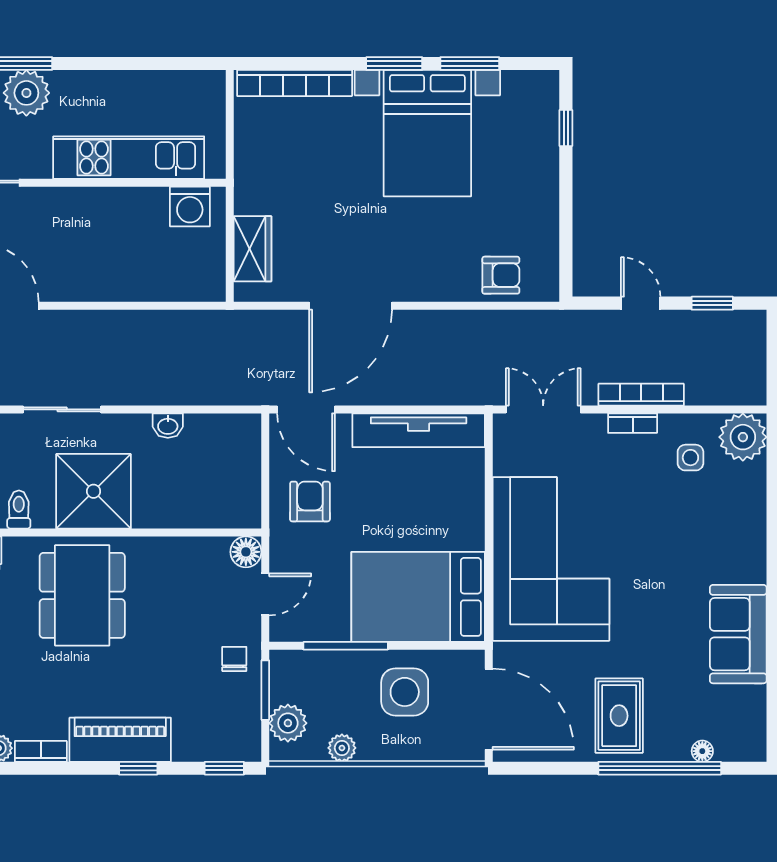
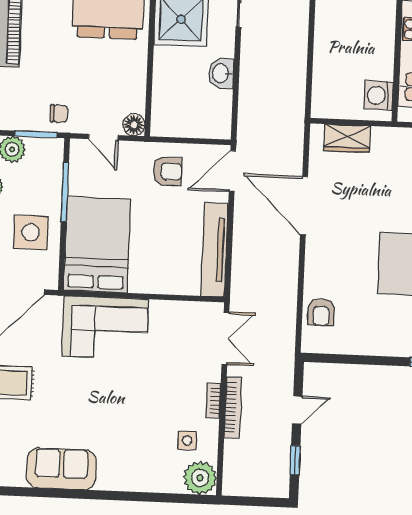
washbasin: (168, 426) -> (221, 73), width x1.38, depth x1.45
corner sofa: (551, 559) -> (105, 328), width x0.73, depth x0.74

